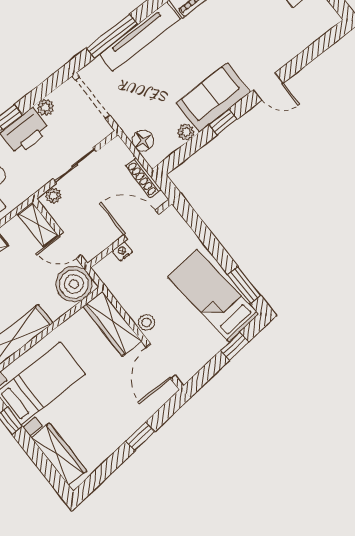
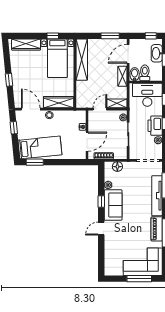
boiler: (74, 284) -> (84, 99), removed
window: (234, 346) -> (14, 128), moved

